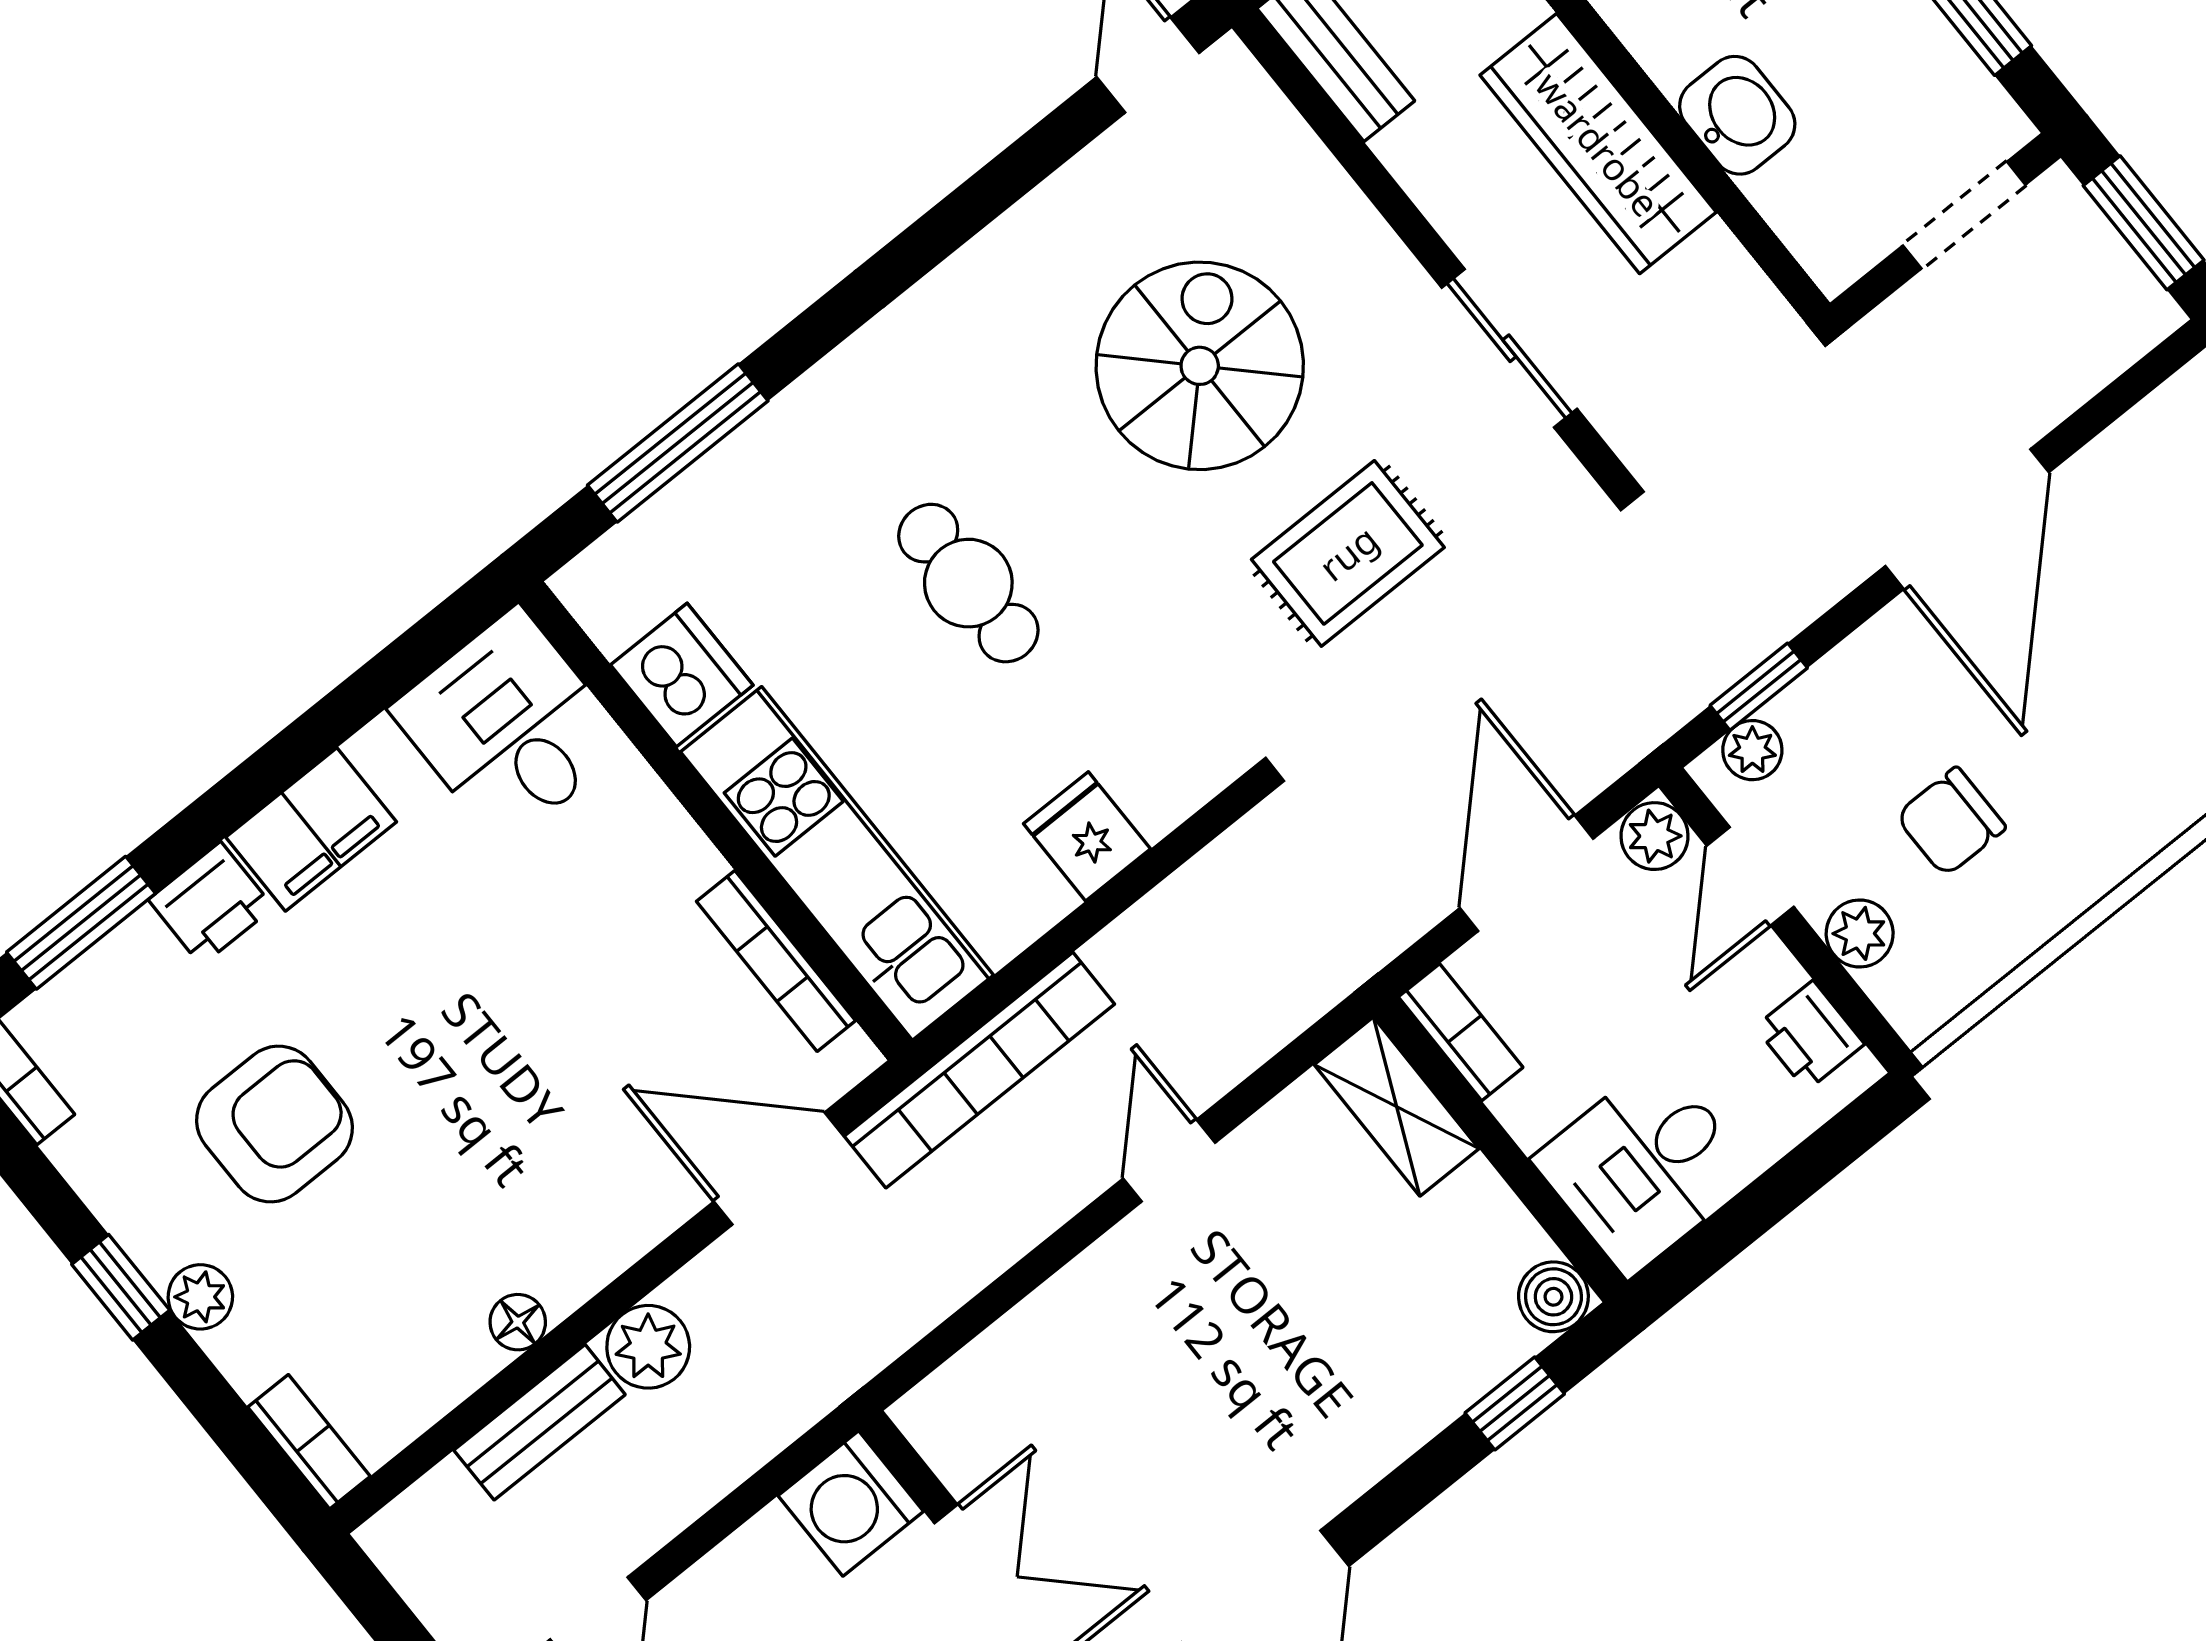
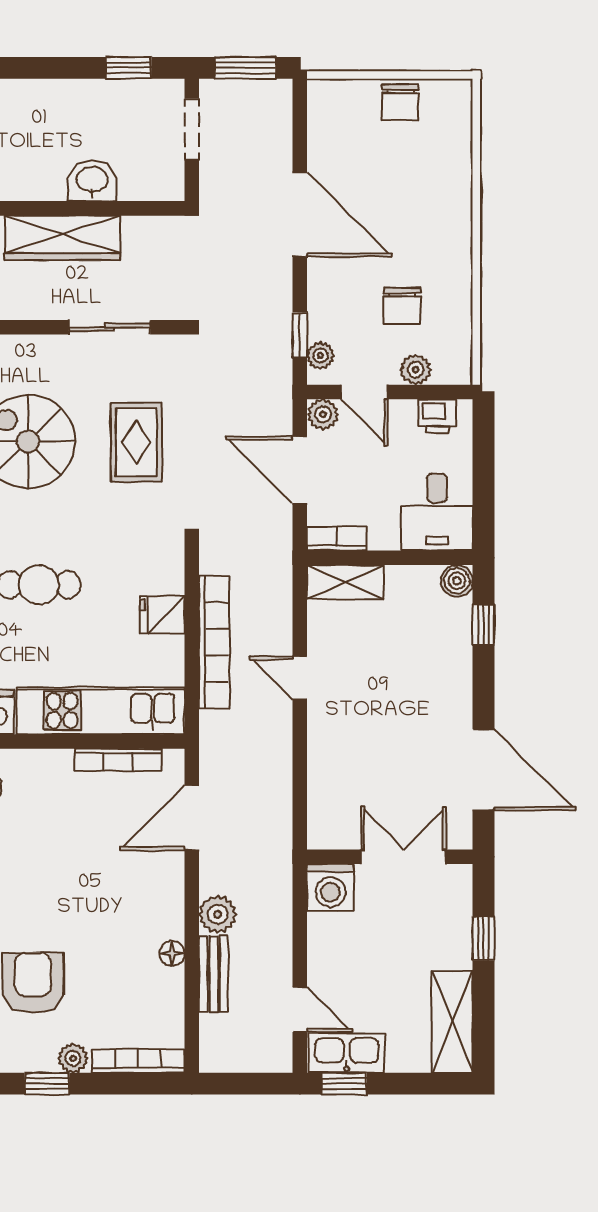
bookcase: (979, 1070) -> (214, 642), moved
bookcase: (309, 1442) -> (138, 1061), width x1.56

